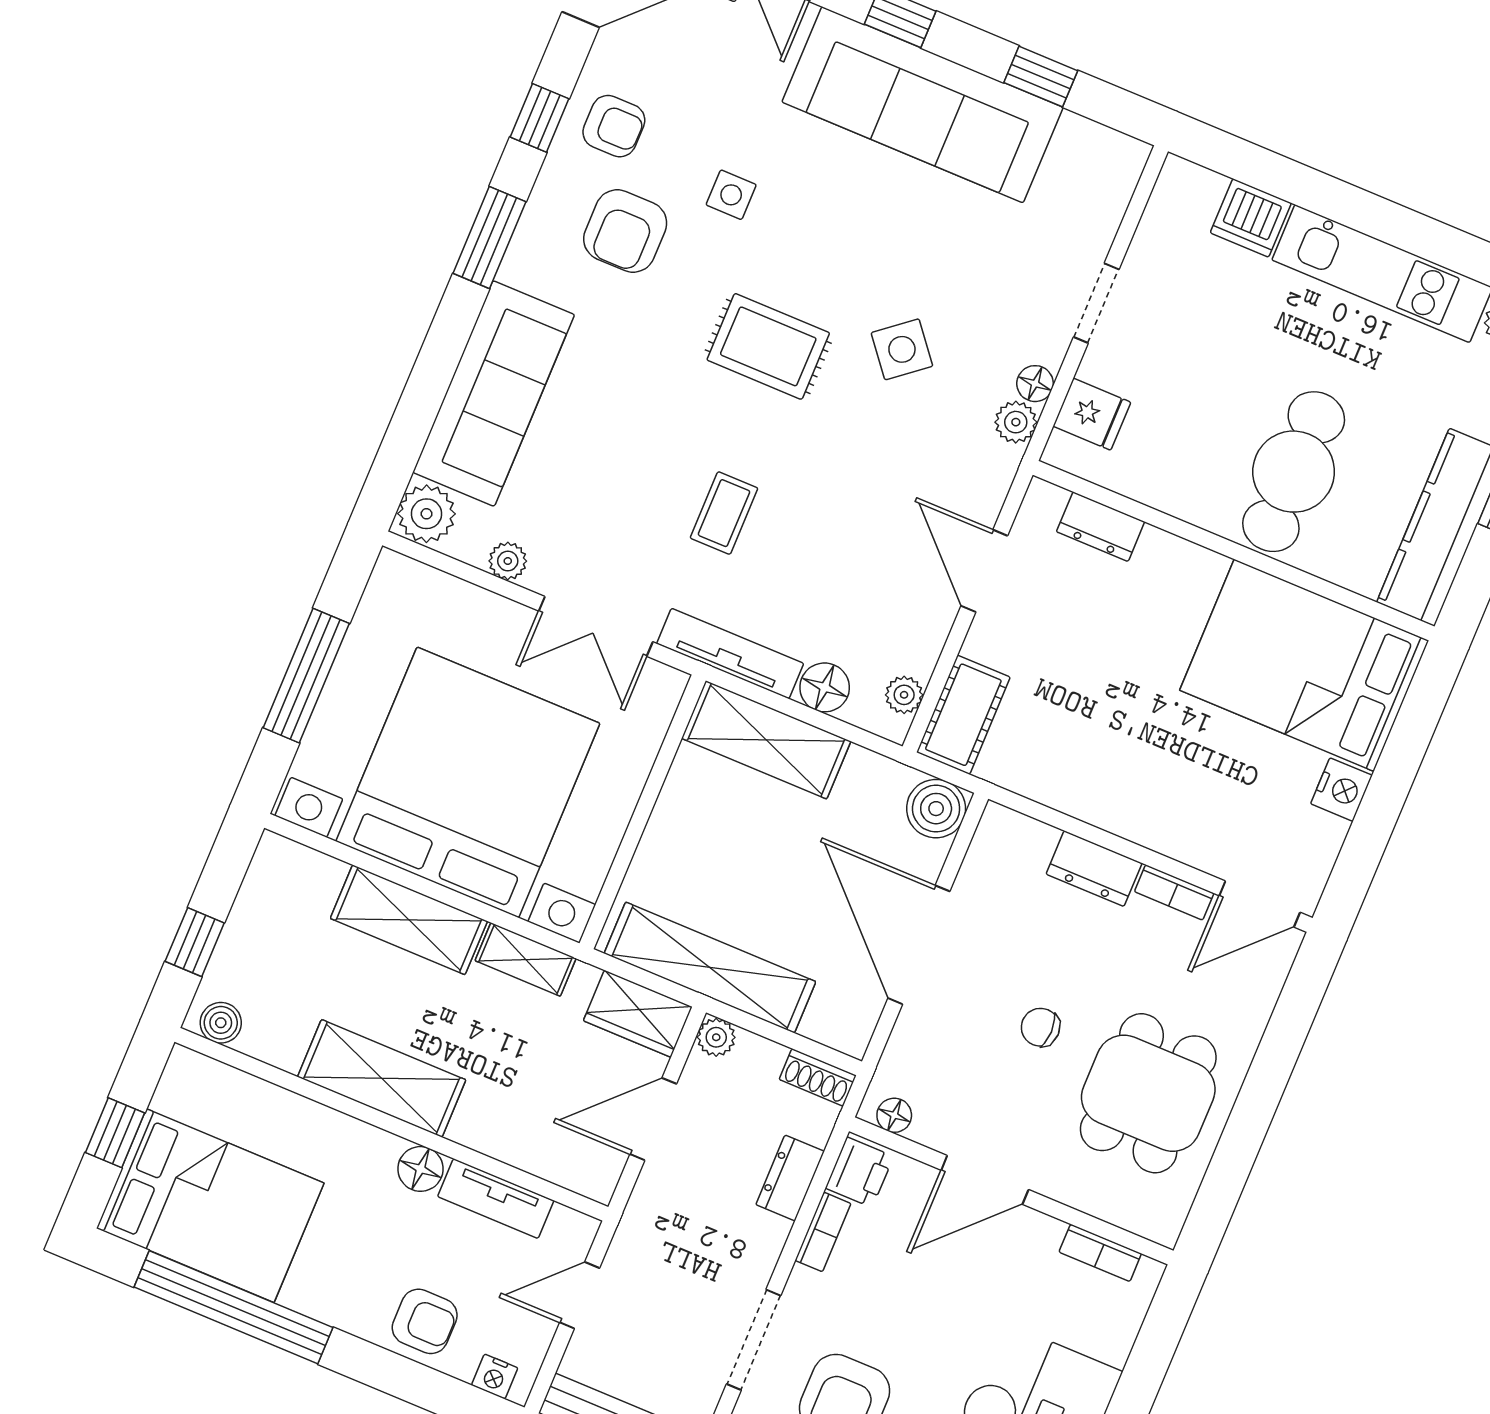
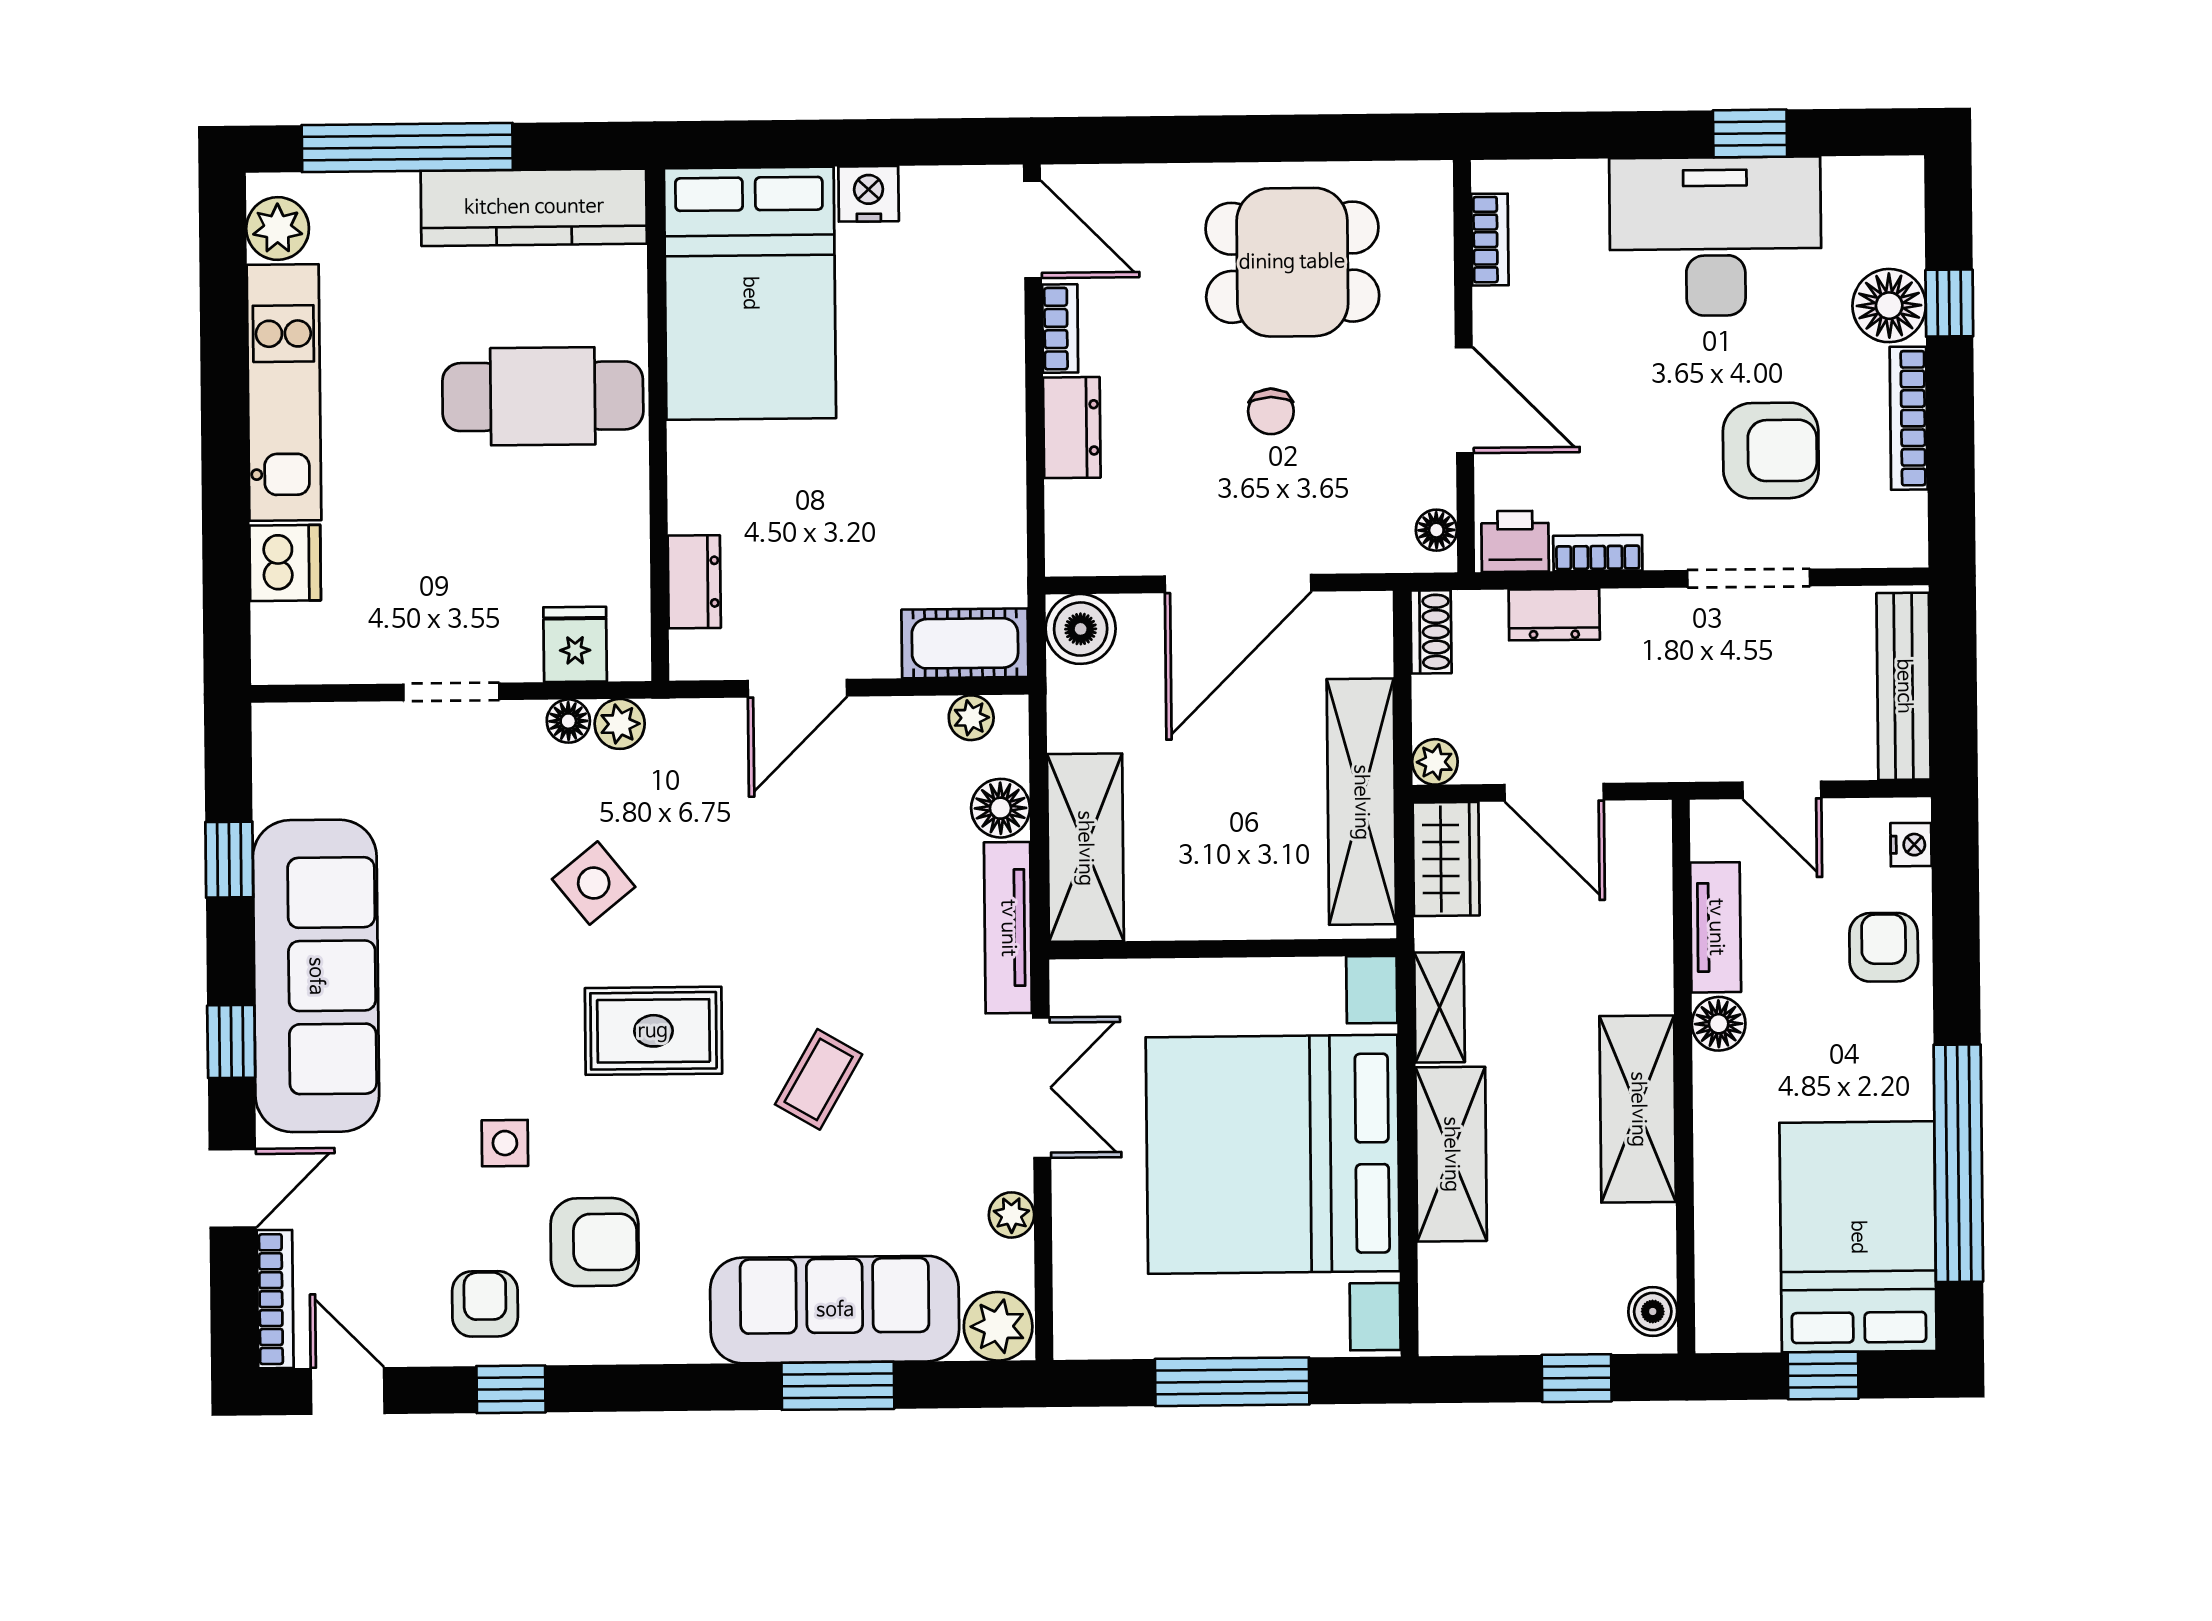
window: (489, 238) -> (838, 1386), moved
rug: (768, 346) -> (653, 1031), turned 90
coffee table: (724, 513) -> (819, 1079), moved, turned -60

